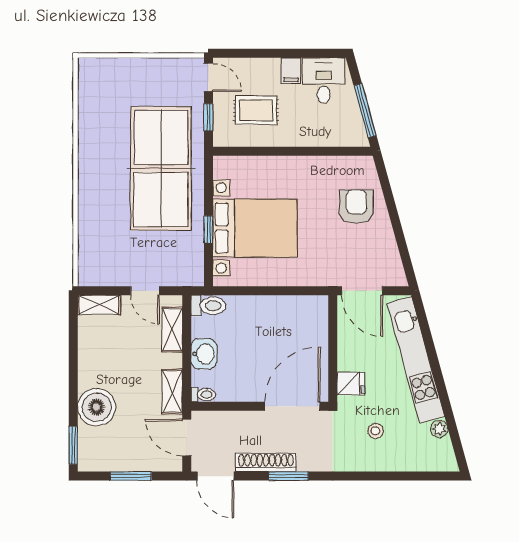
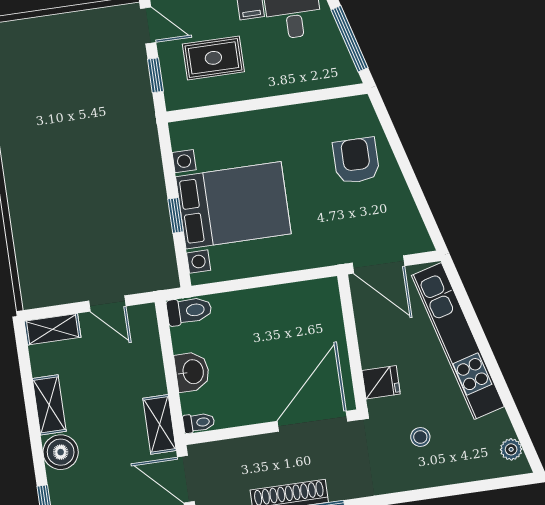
table tennis table: (161, 168) -> (105, 148), removed
shelving: (172, 329) -> (49, 405), moved
boiler: (97, 407) -> (61, 452), width x0.73, depth x0.73
plant: (439, 429) -> (511, 449), moved

